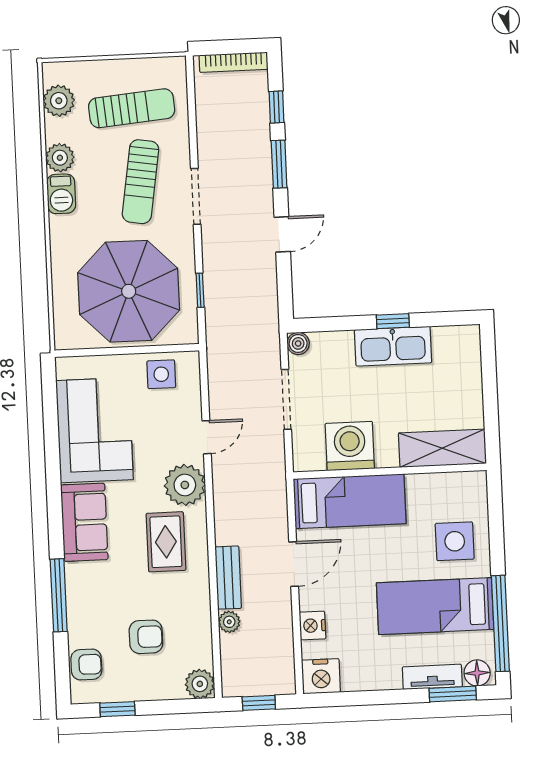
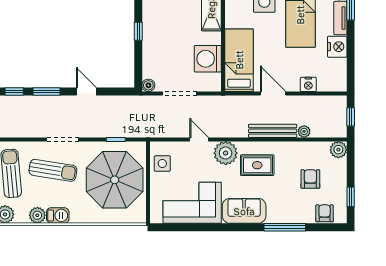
kitchen sink: (393, 346) -> (152, 32), removed
bench: (228, 578) -> (273, 131), width x1.36
nightstand: (321, 676) -> (337, 47), moved

